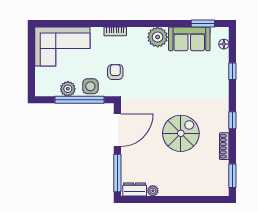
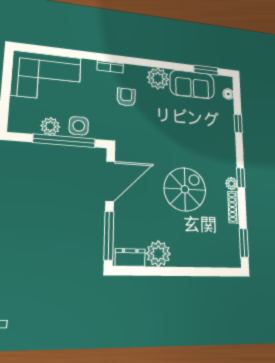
armchair: (115, 72) -> (126, 97), moved
plant: (223, 126) -> (231, 184), added
plant: (153, 191) -> (158, 254), width x1.87, depth x1.87

